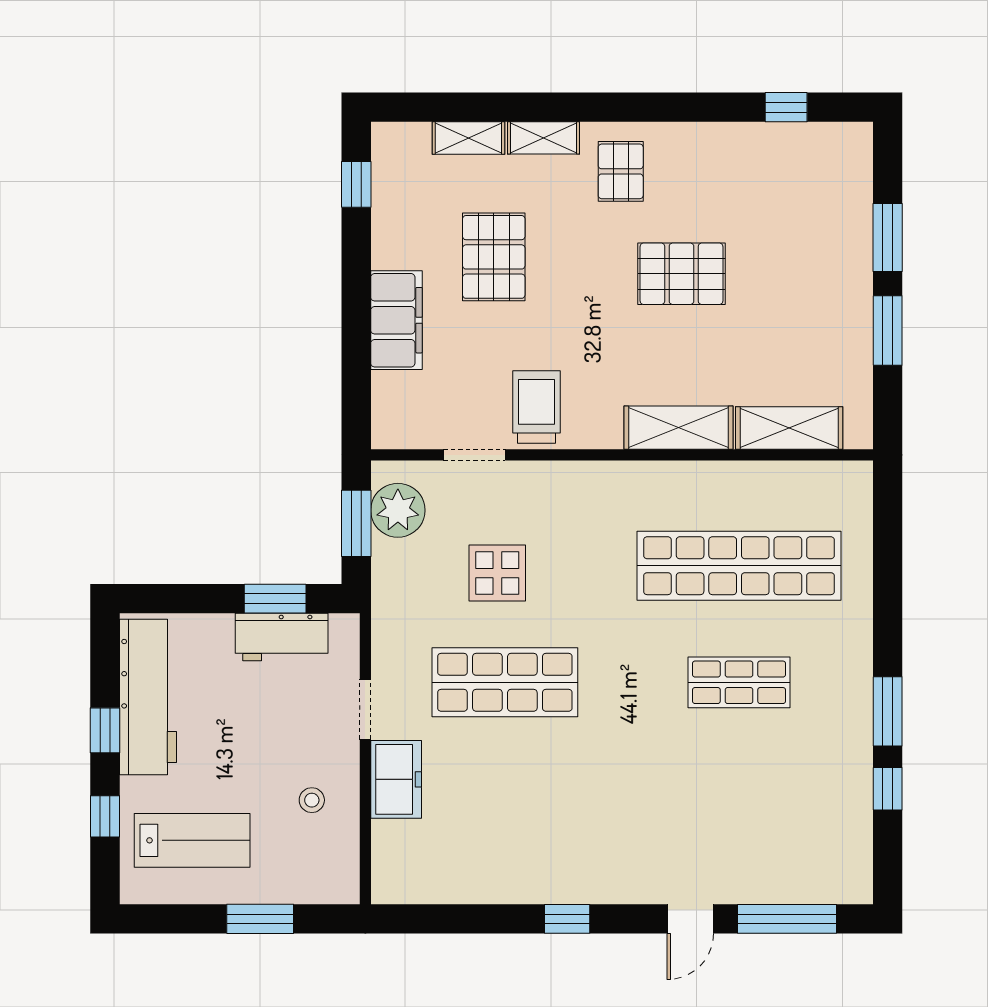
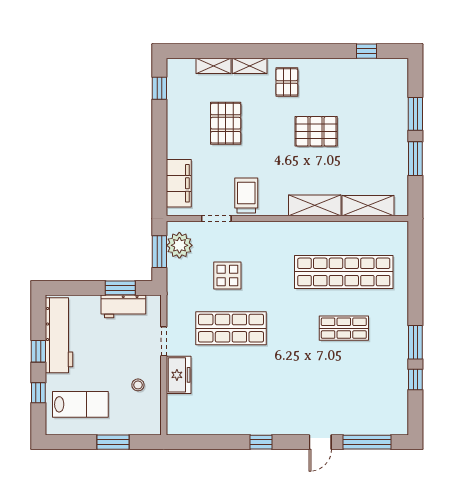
filing cabinet: (396, 320) -> (179, 183), moved

